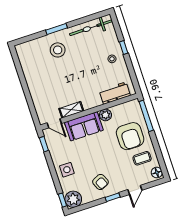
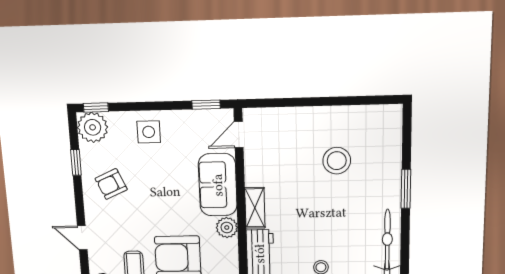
stool: (58, 50) -> (337, 161), moved
shelving: (71, 110) -> (255, 208), moved
window: (113, 197) -> (76, 162), moved

